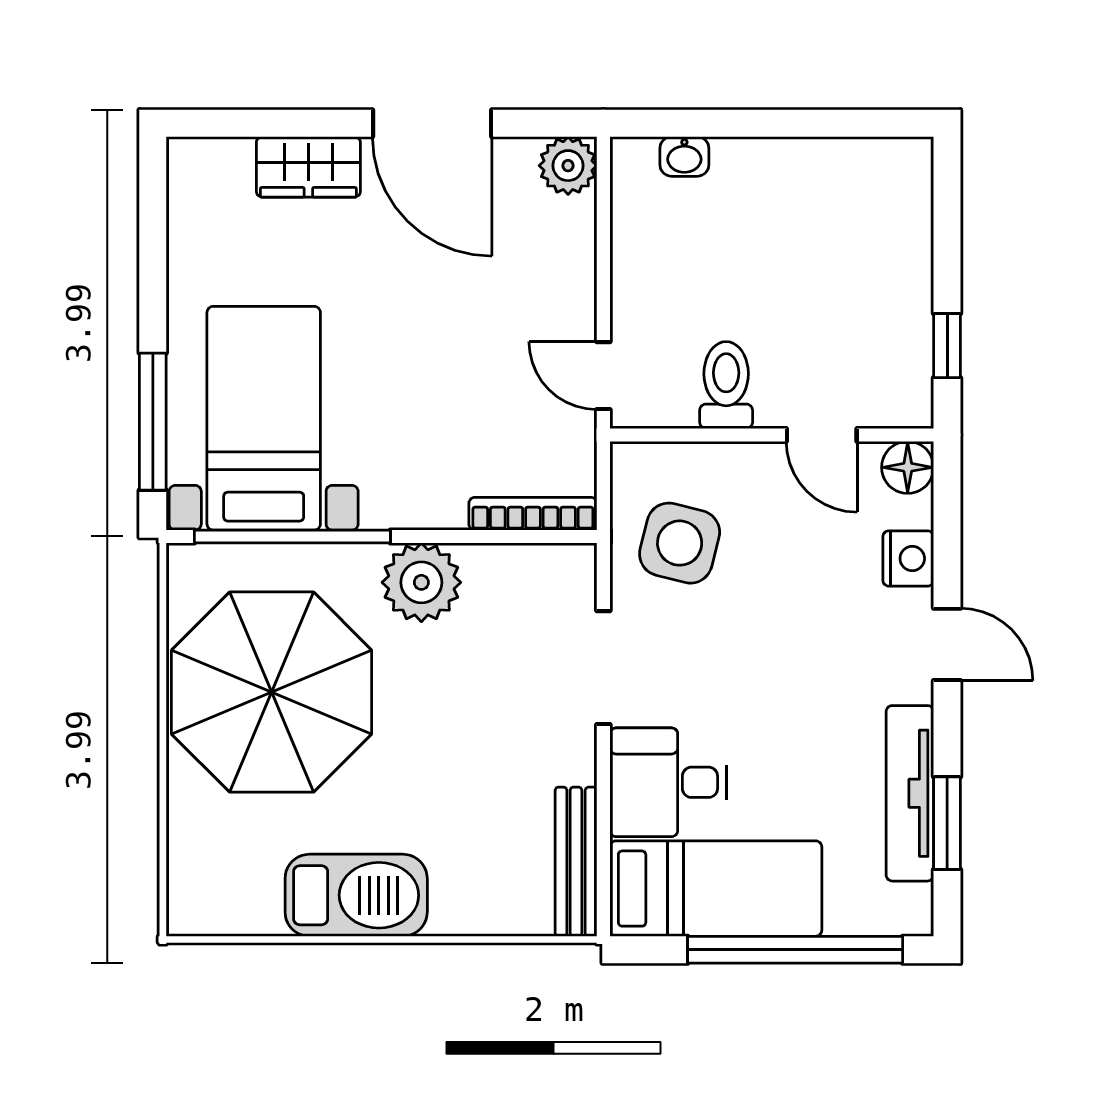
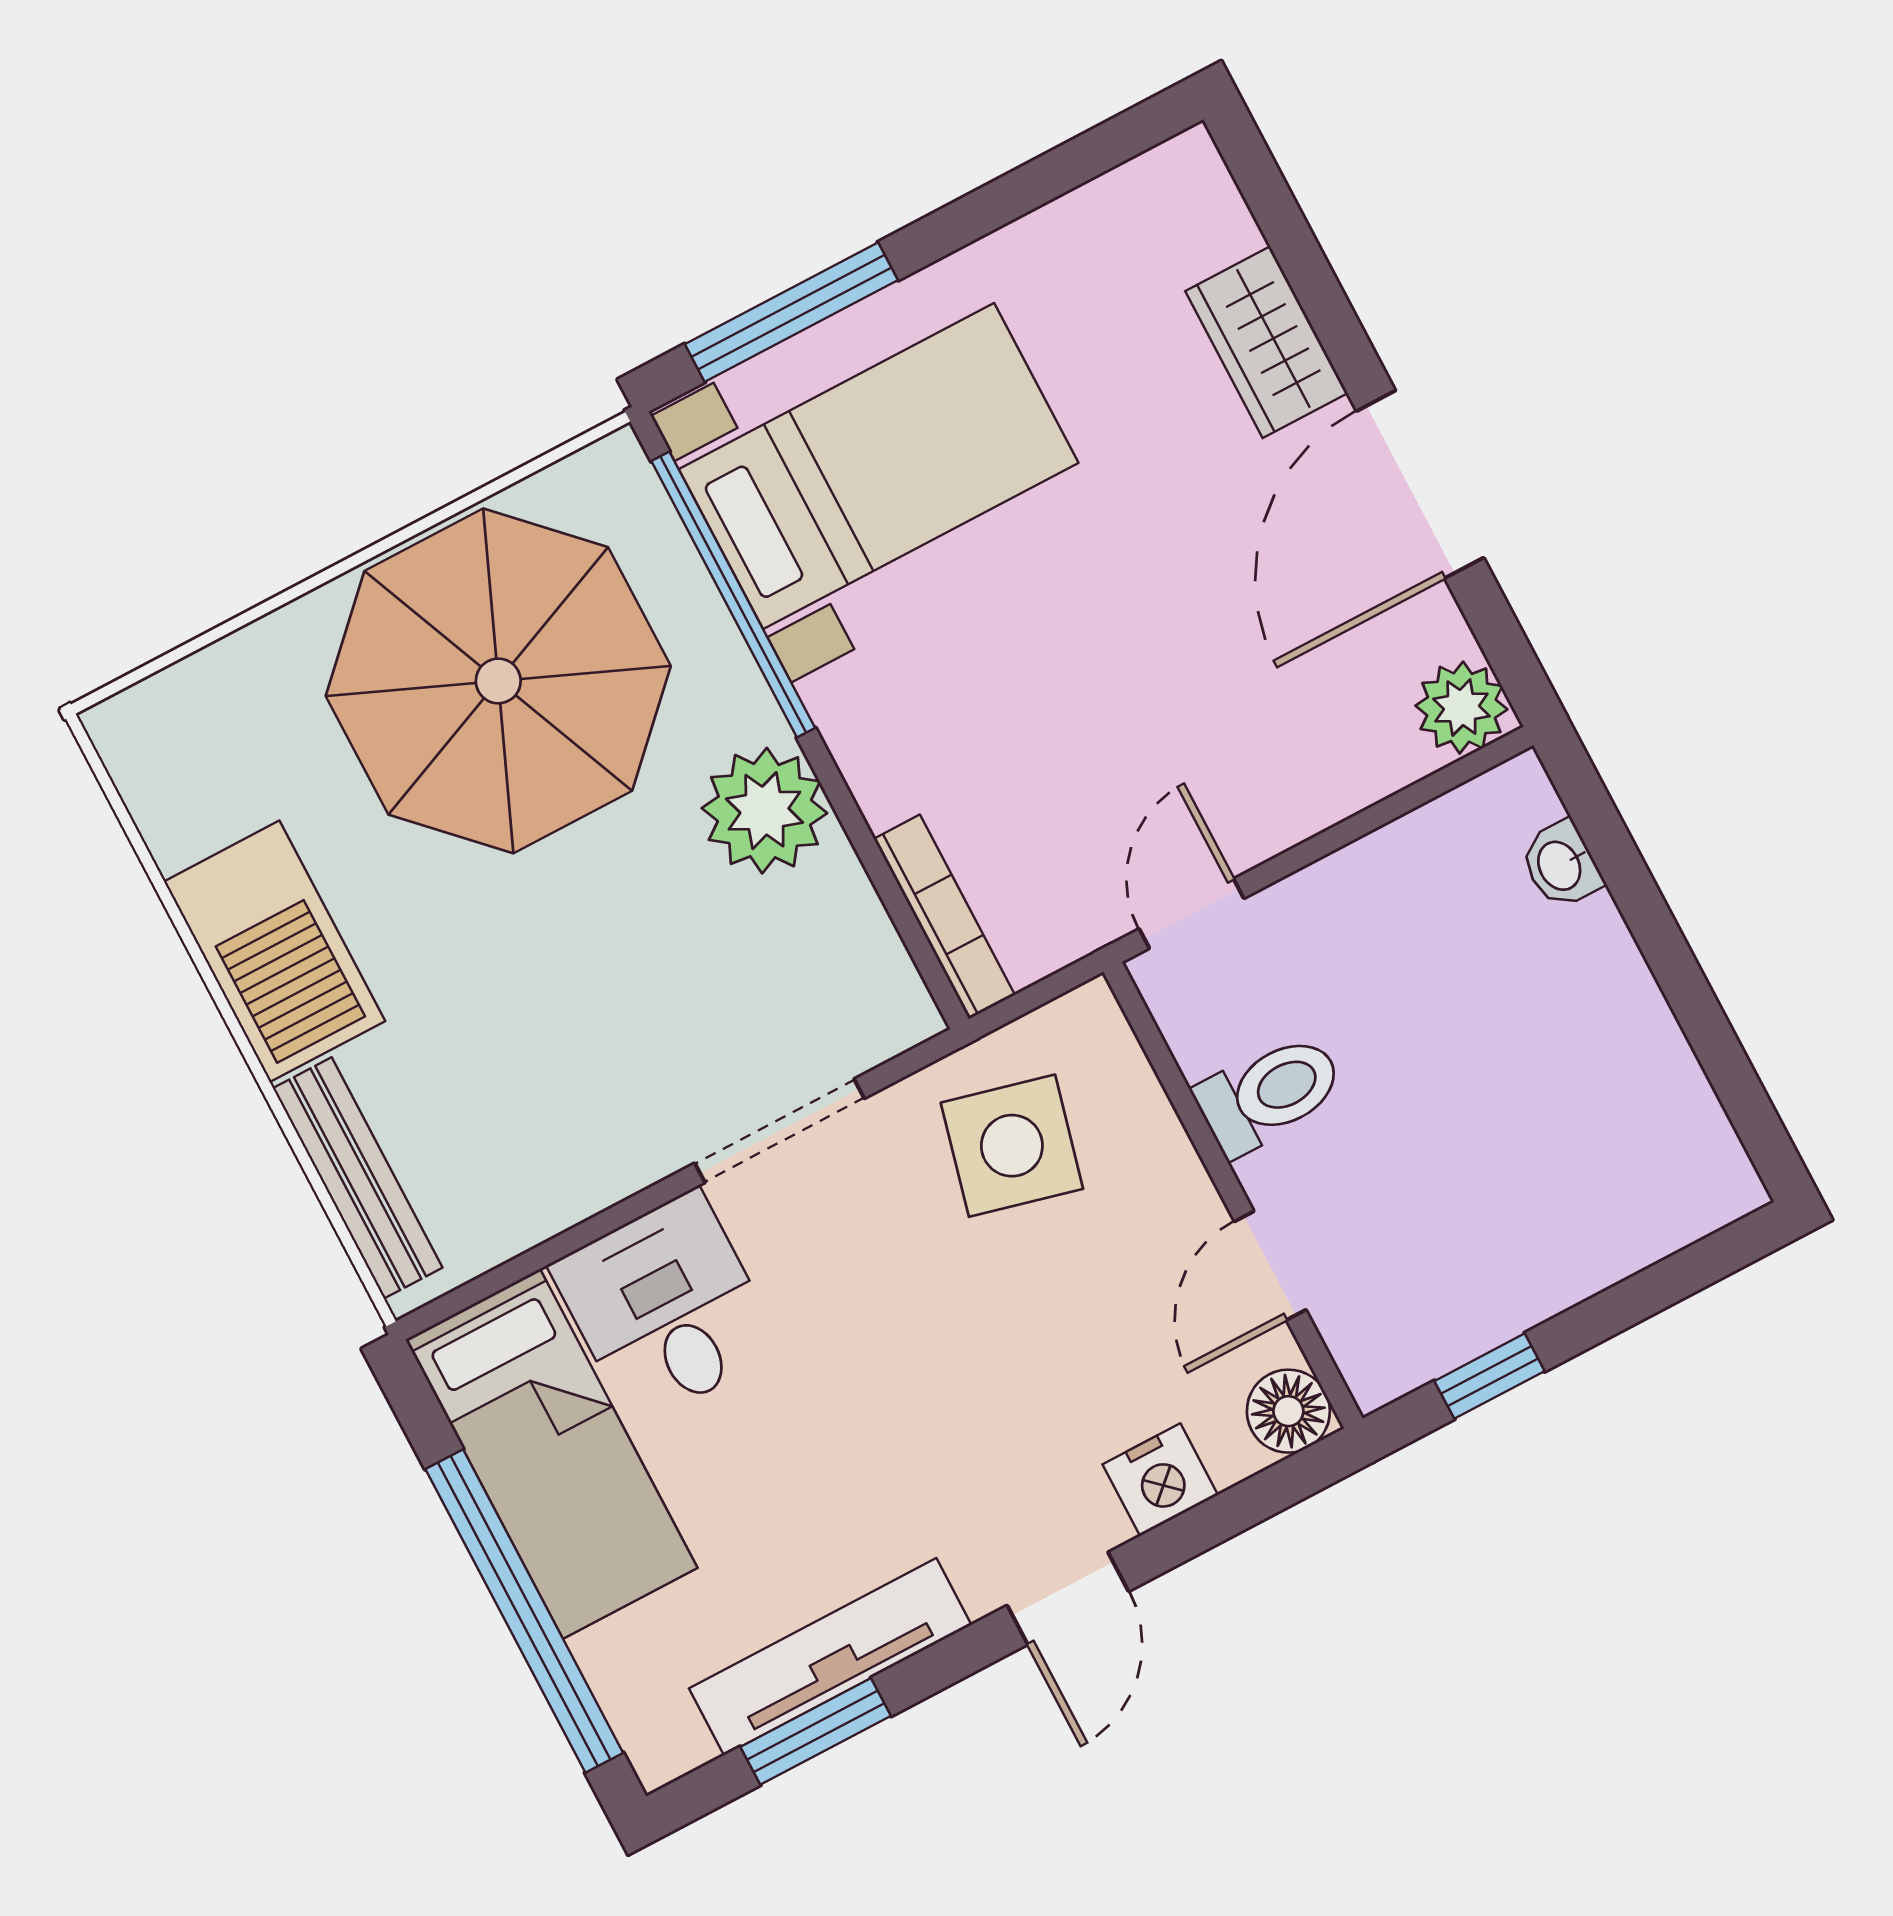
bench: (576, 862) -> (358, 1178), moved, turned 90

